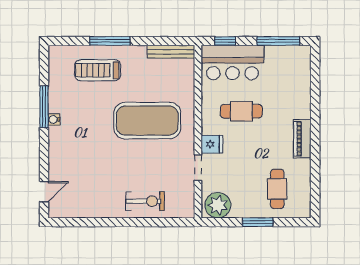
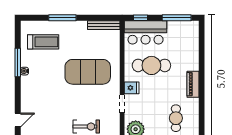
treadmill: (98, 70) -> (43, 42), moved, turned 180
cafe table: (241, 111) -> (151, 65), width x1.37, depth x1.35

